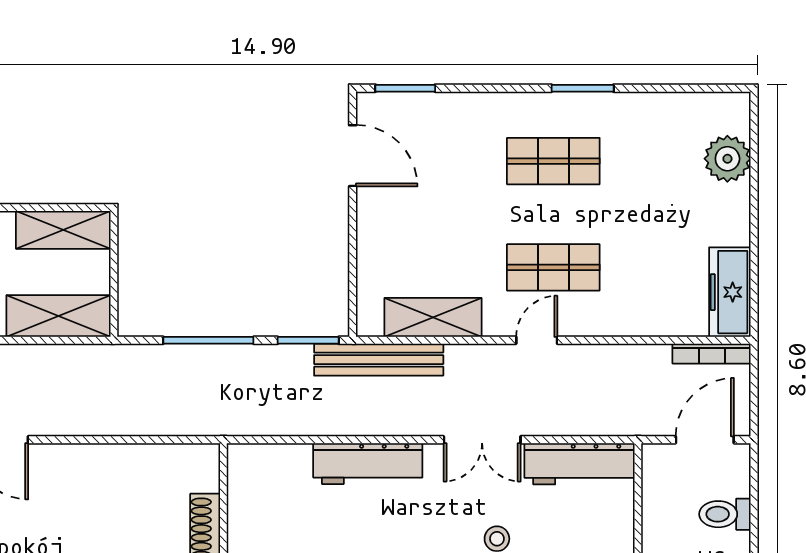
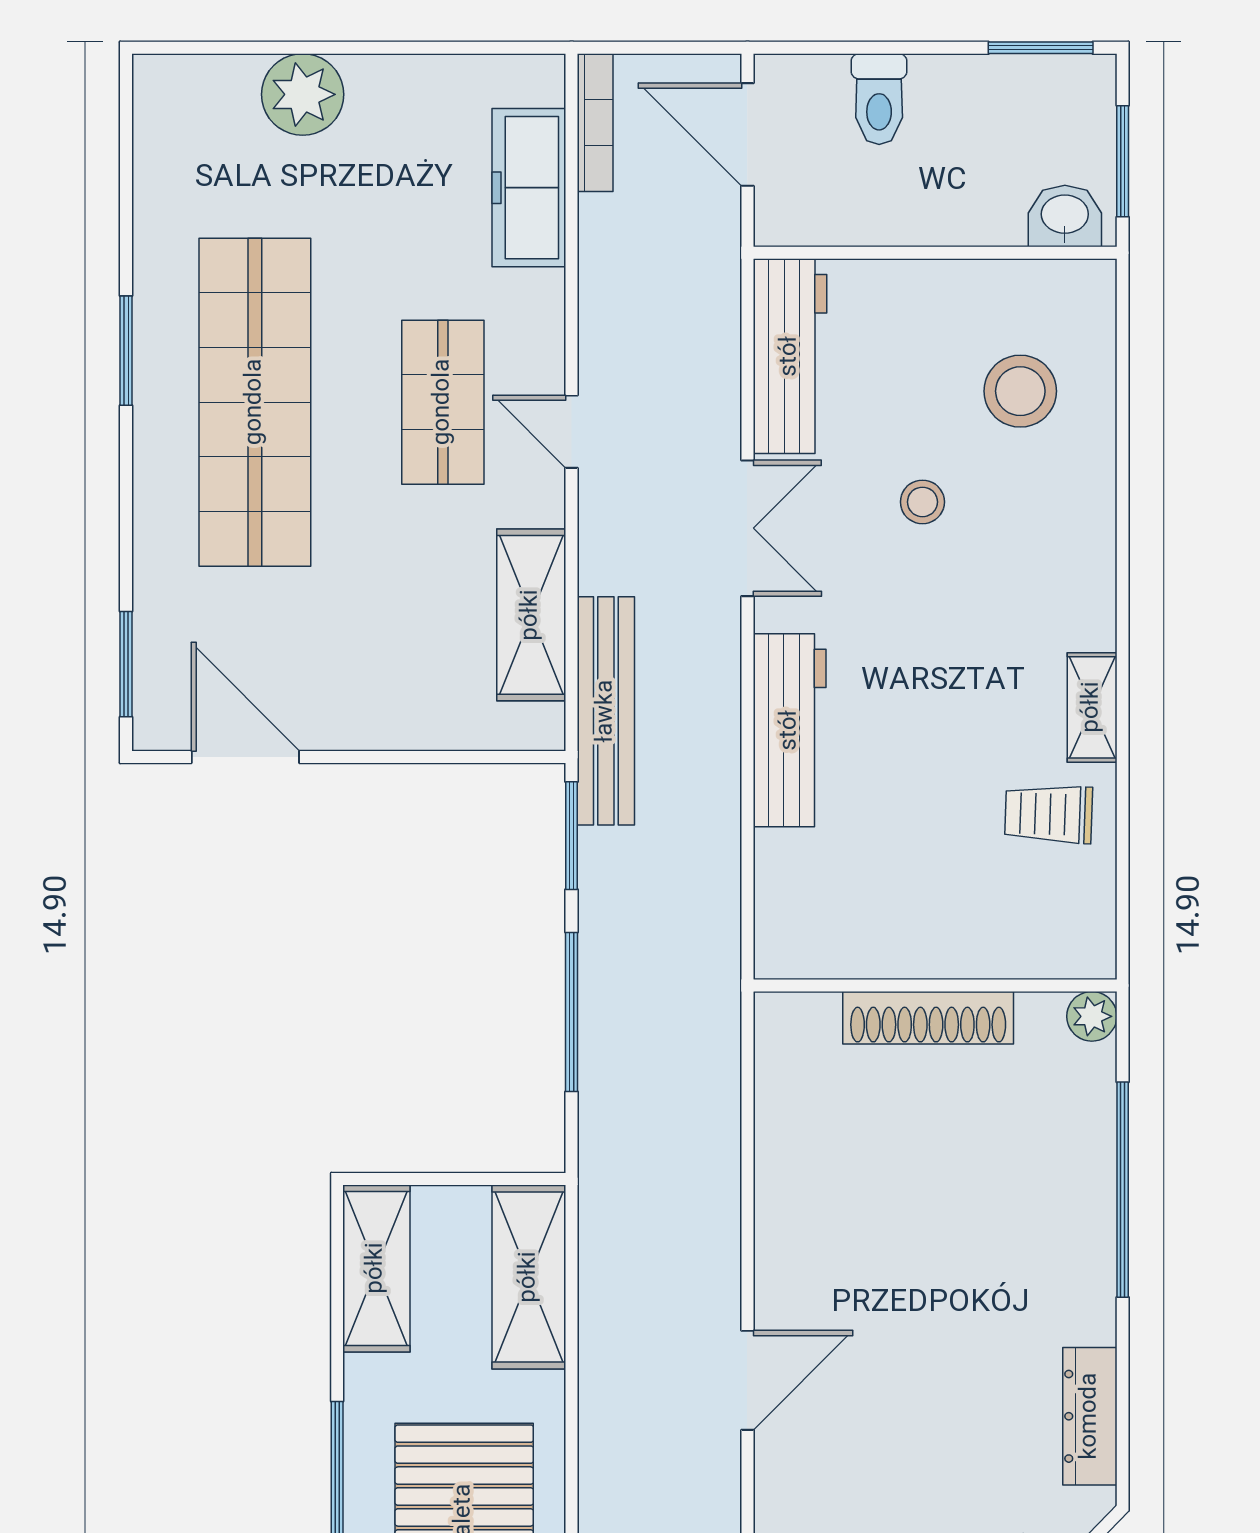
door: (353, 156) -> (245, 757), hinge flipped
plant: (727, 159) -> (303, 94), moved
shop shelf: (553, 161) -> (255, 402), width x2.00, depth x1.36
freezer: (730, 292) -> (529, 188), moved, turned 90

